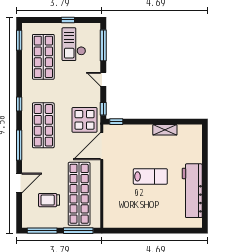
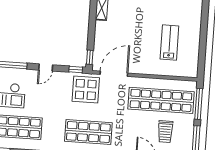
door: (102, 146) -> (114, 74), swing flipped
lab bench: (150, 176) -> (169, 42), moved

